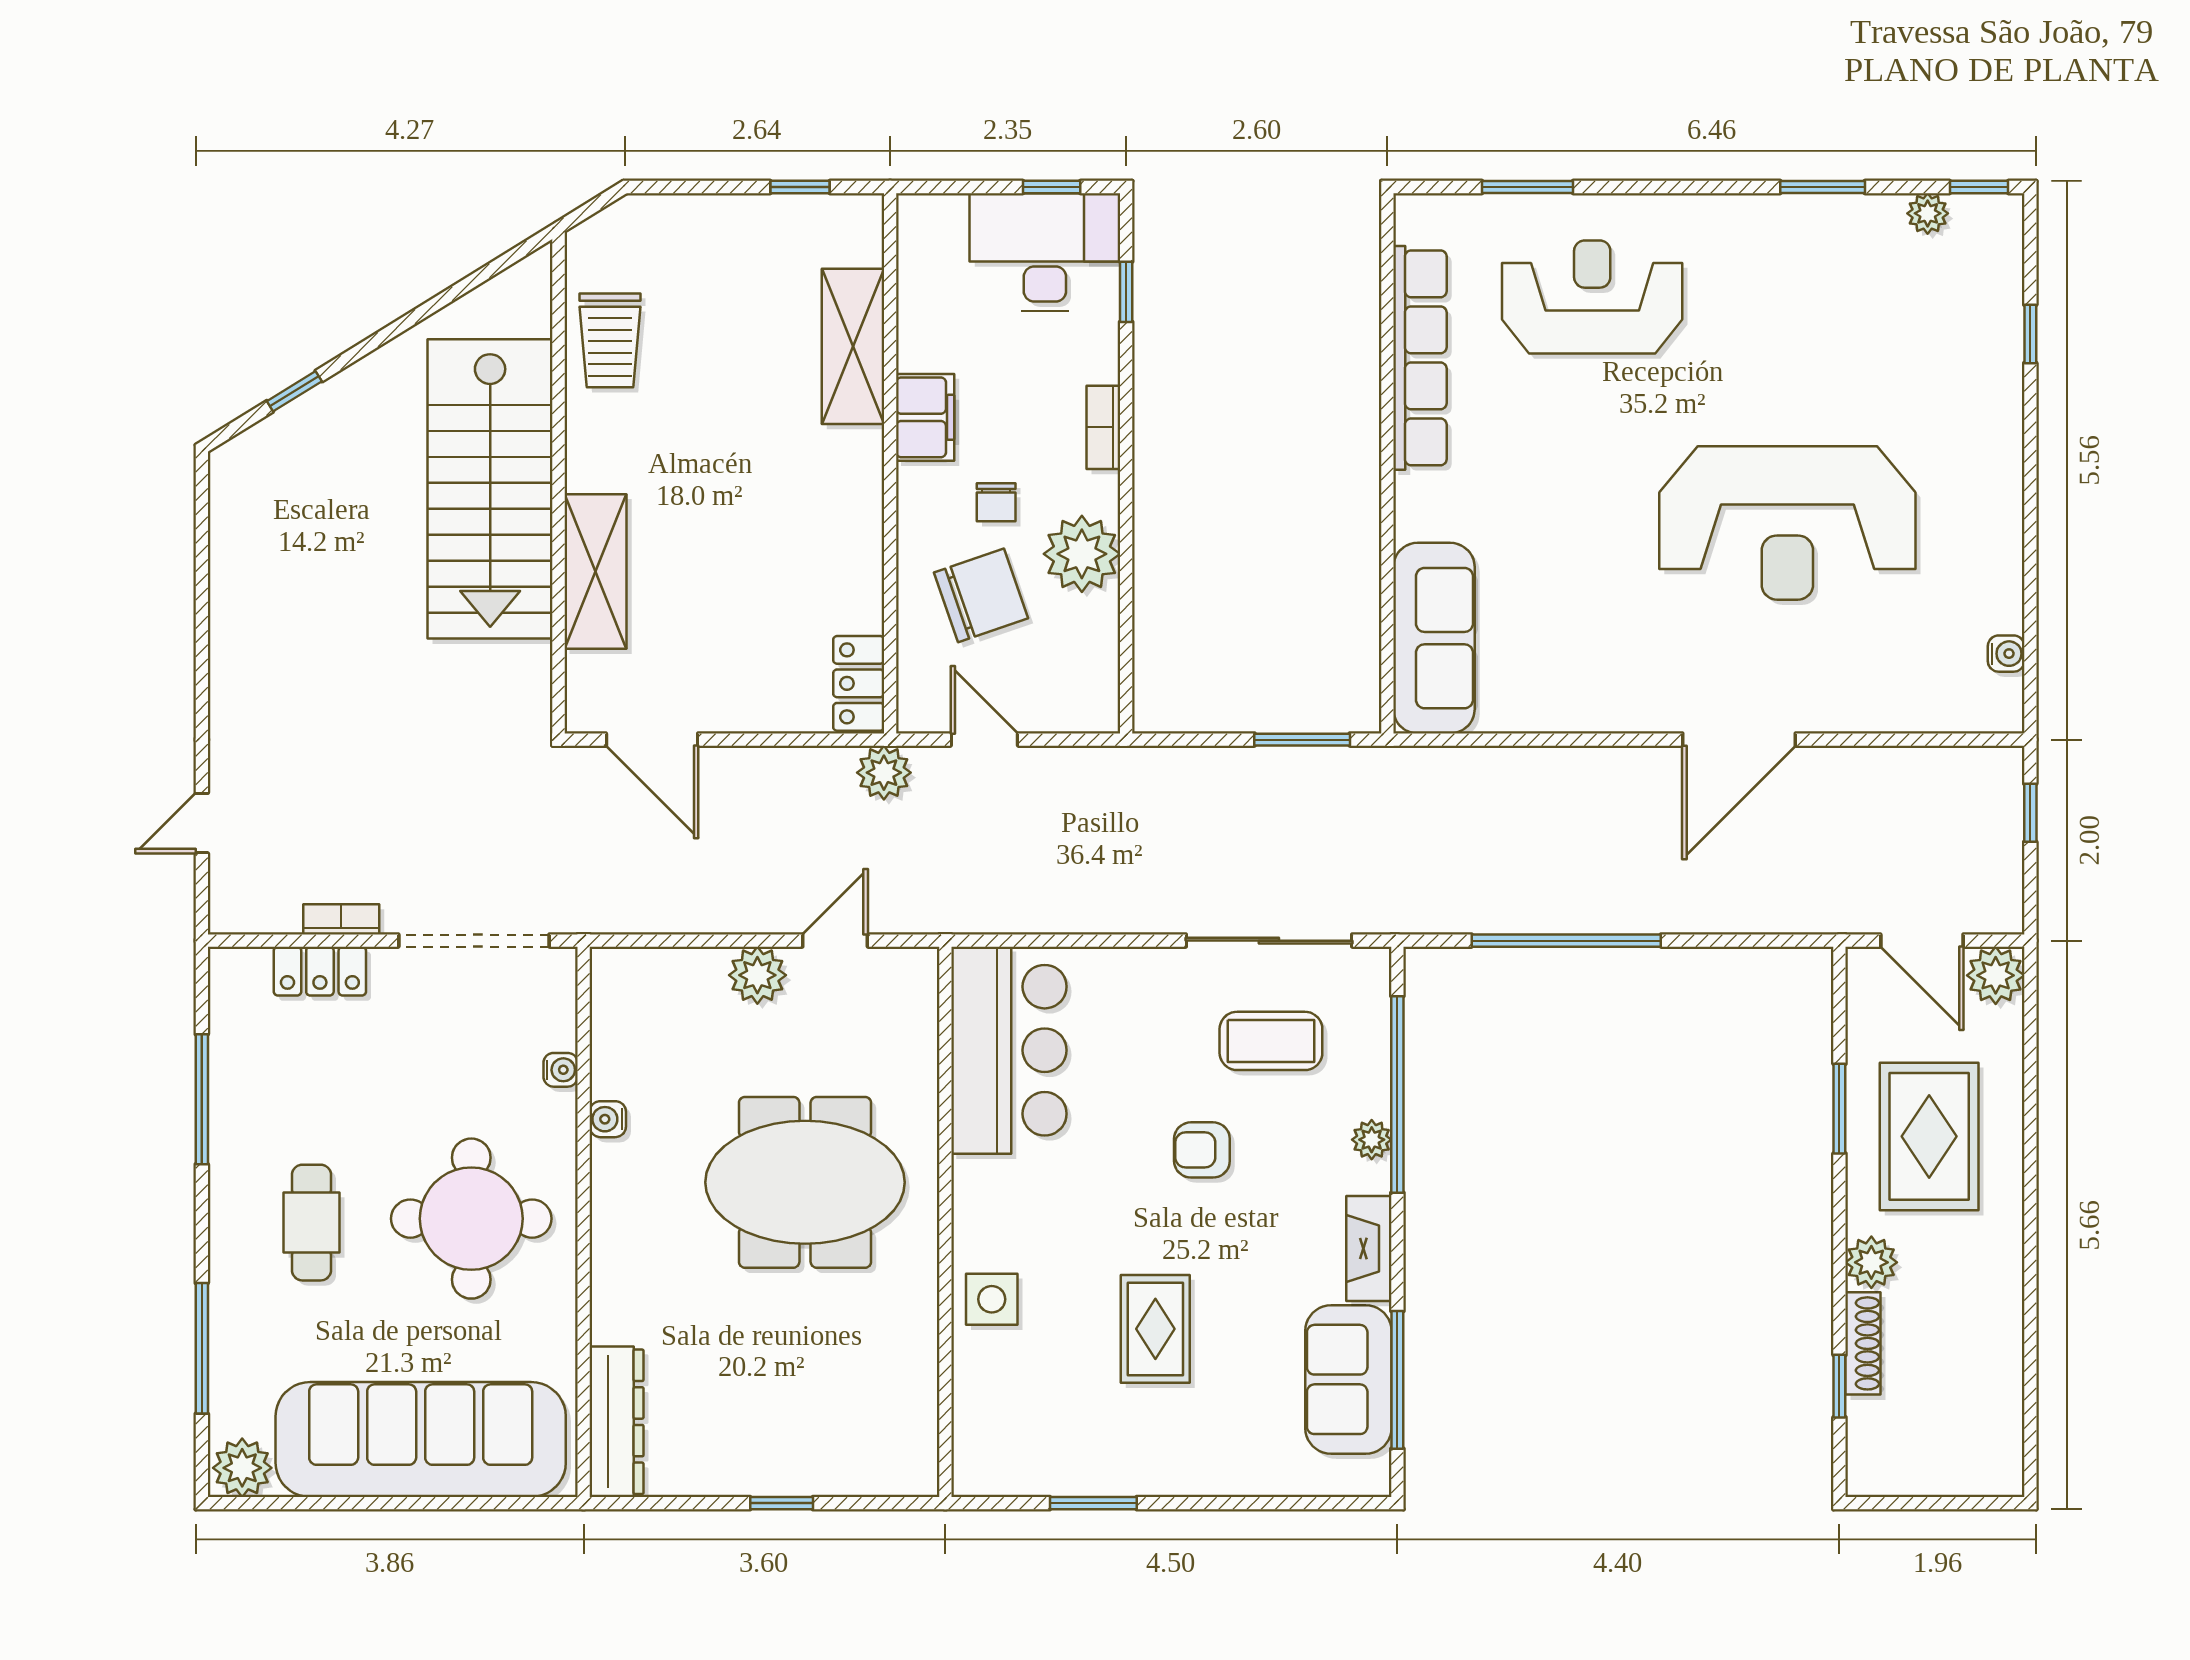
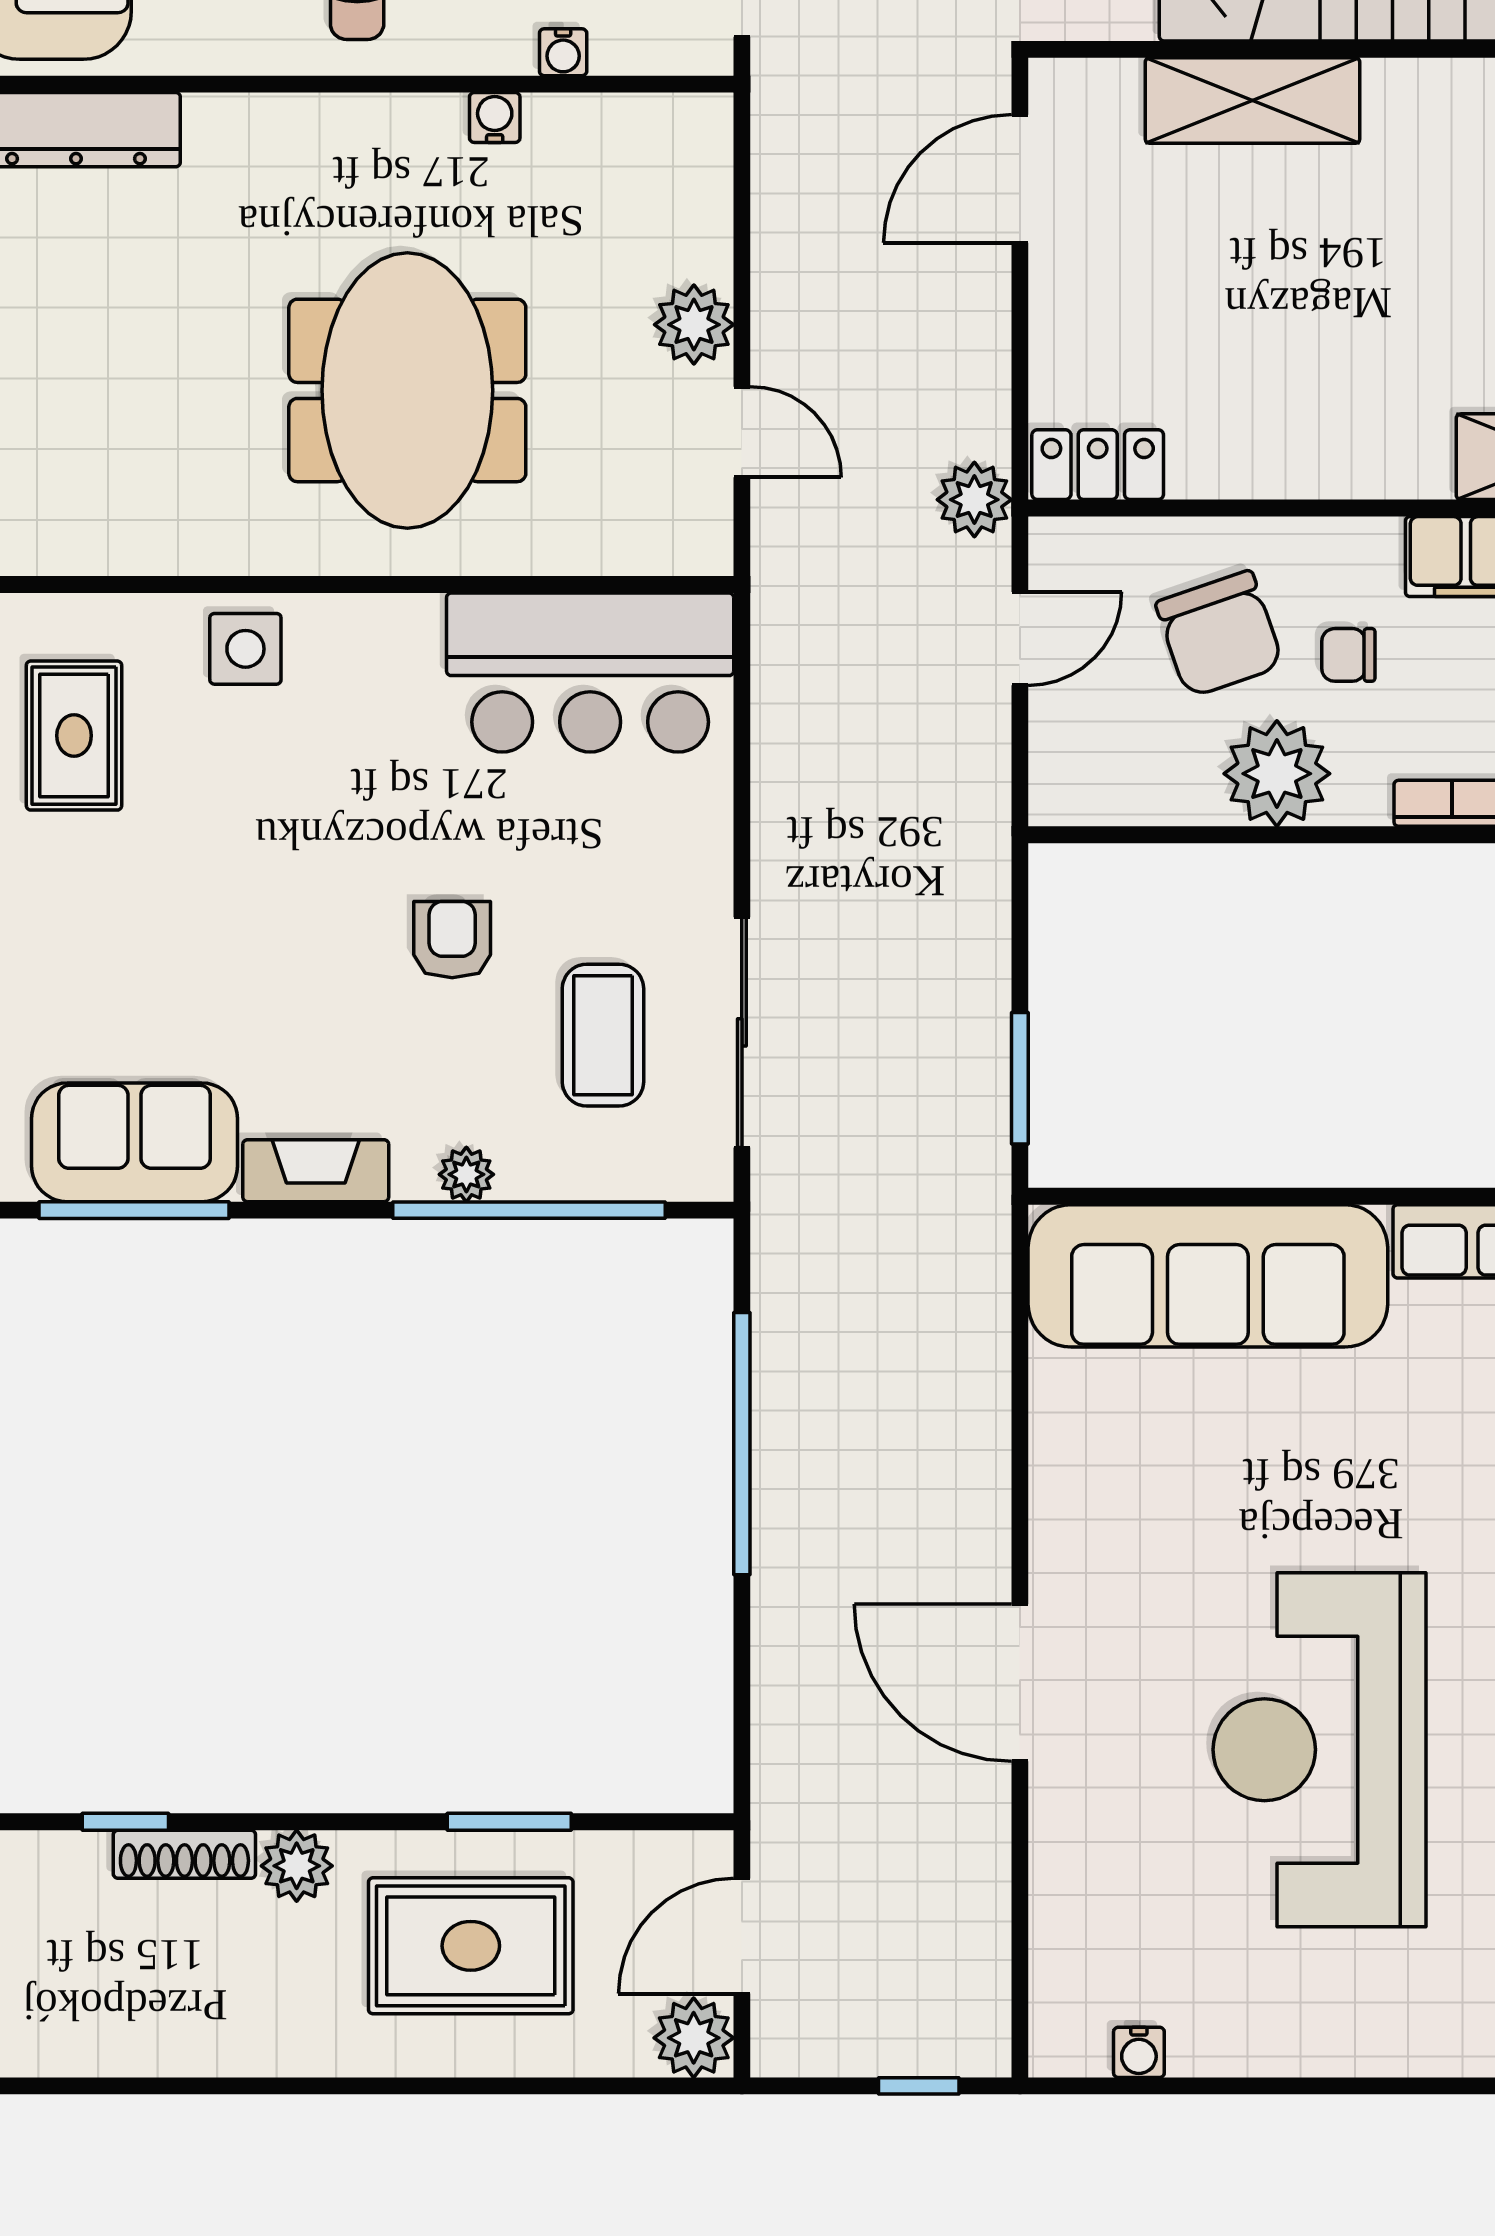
sofa: (1434, 638) -> (1208, 1276), width x1.36, depth x1.27
rug: (1155, 1329) -> (74, 736), moved, turned 90

